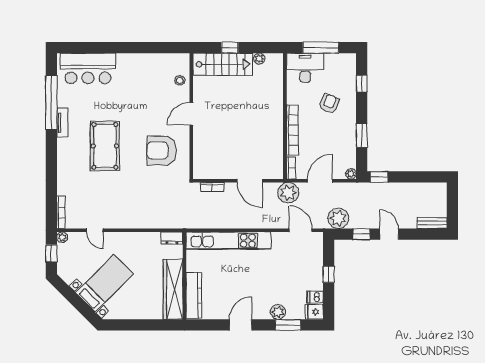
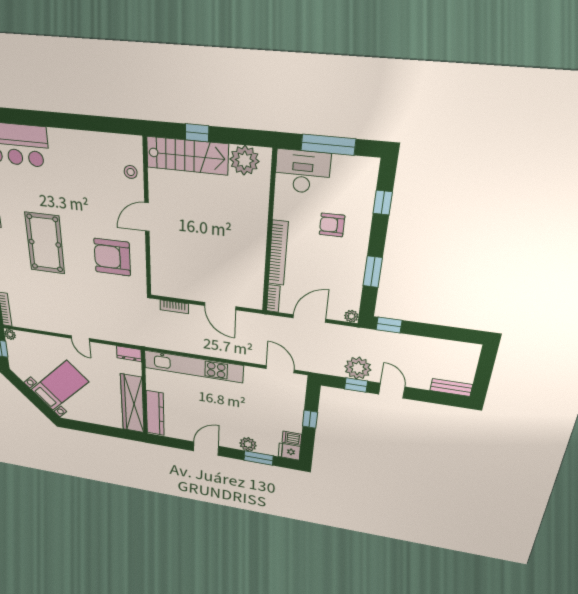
plant: (259, 59) -> (244, 160), width x1.87, depth x1.87
armchair: (329, 104) -> (332, 225), turned -111
plant: (288, 193) -> (268, 326), removed
plant: (338, 218) -> (358, 368), moved
door: (95, 230) -> (80, 338), moved

